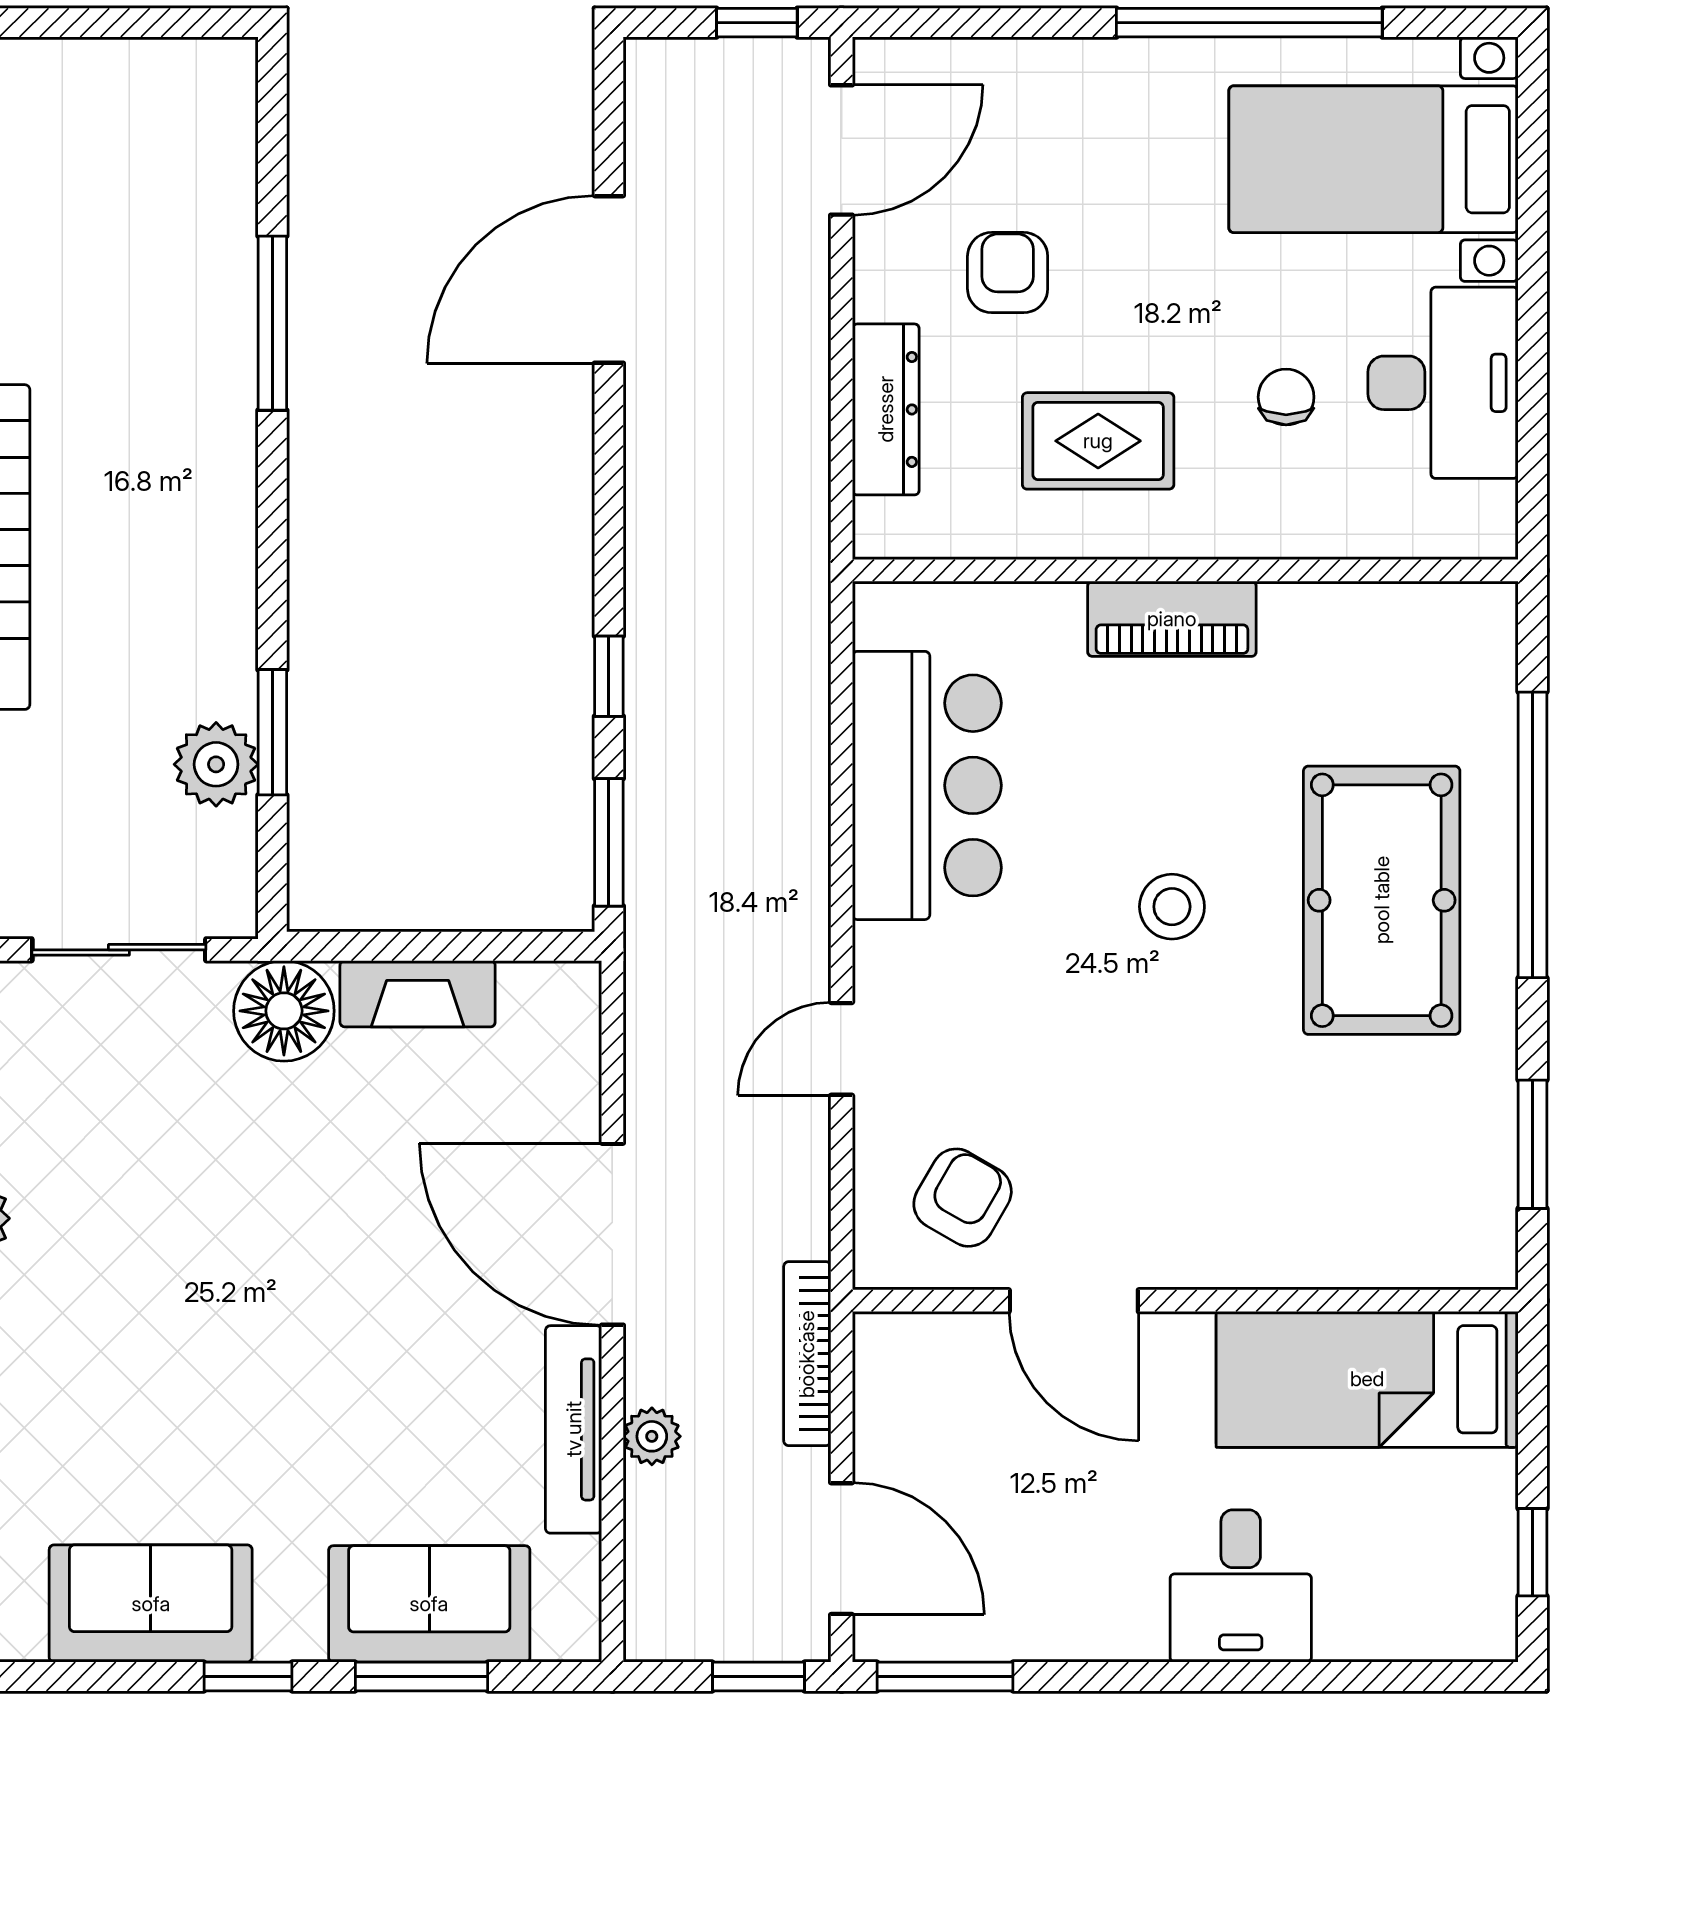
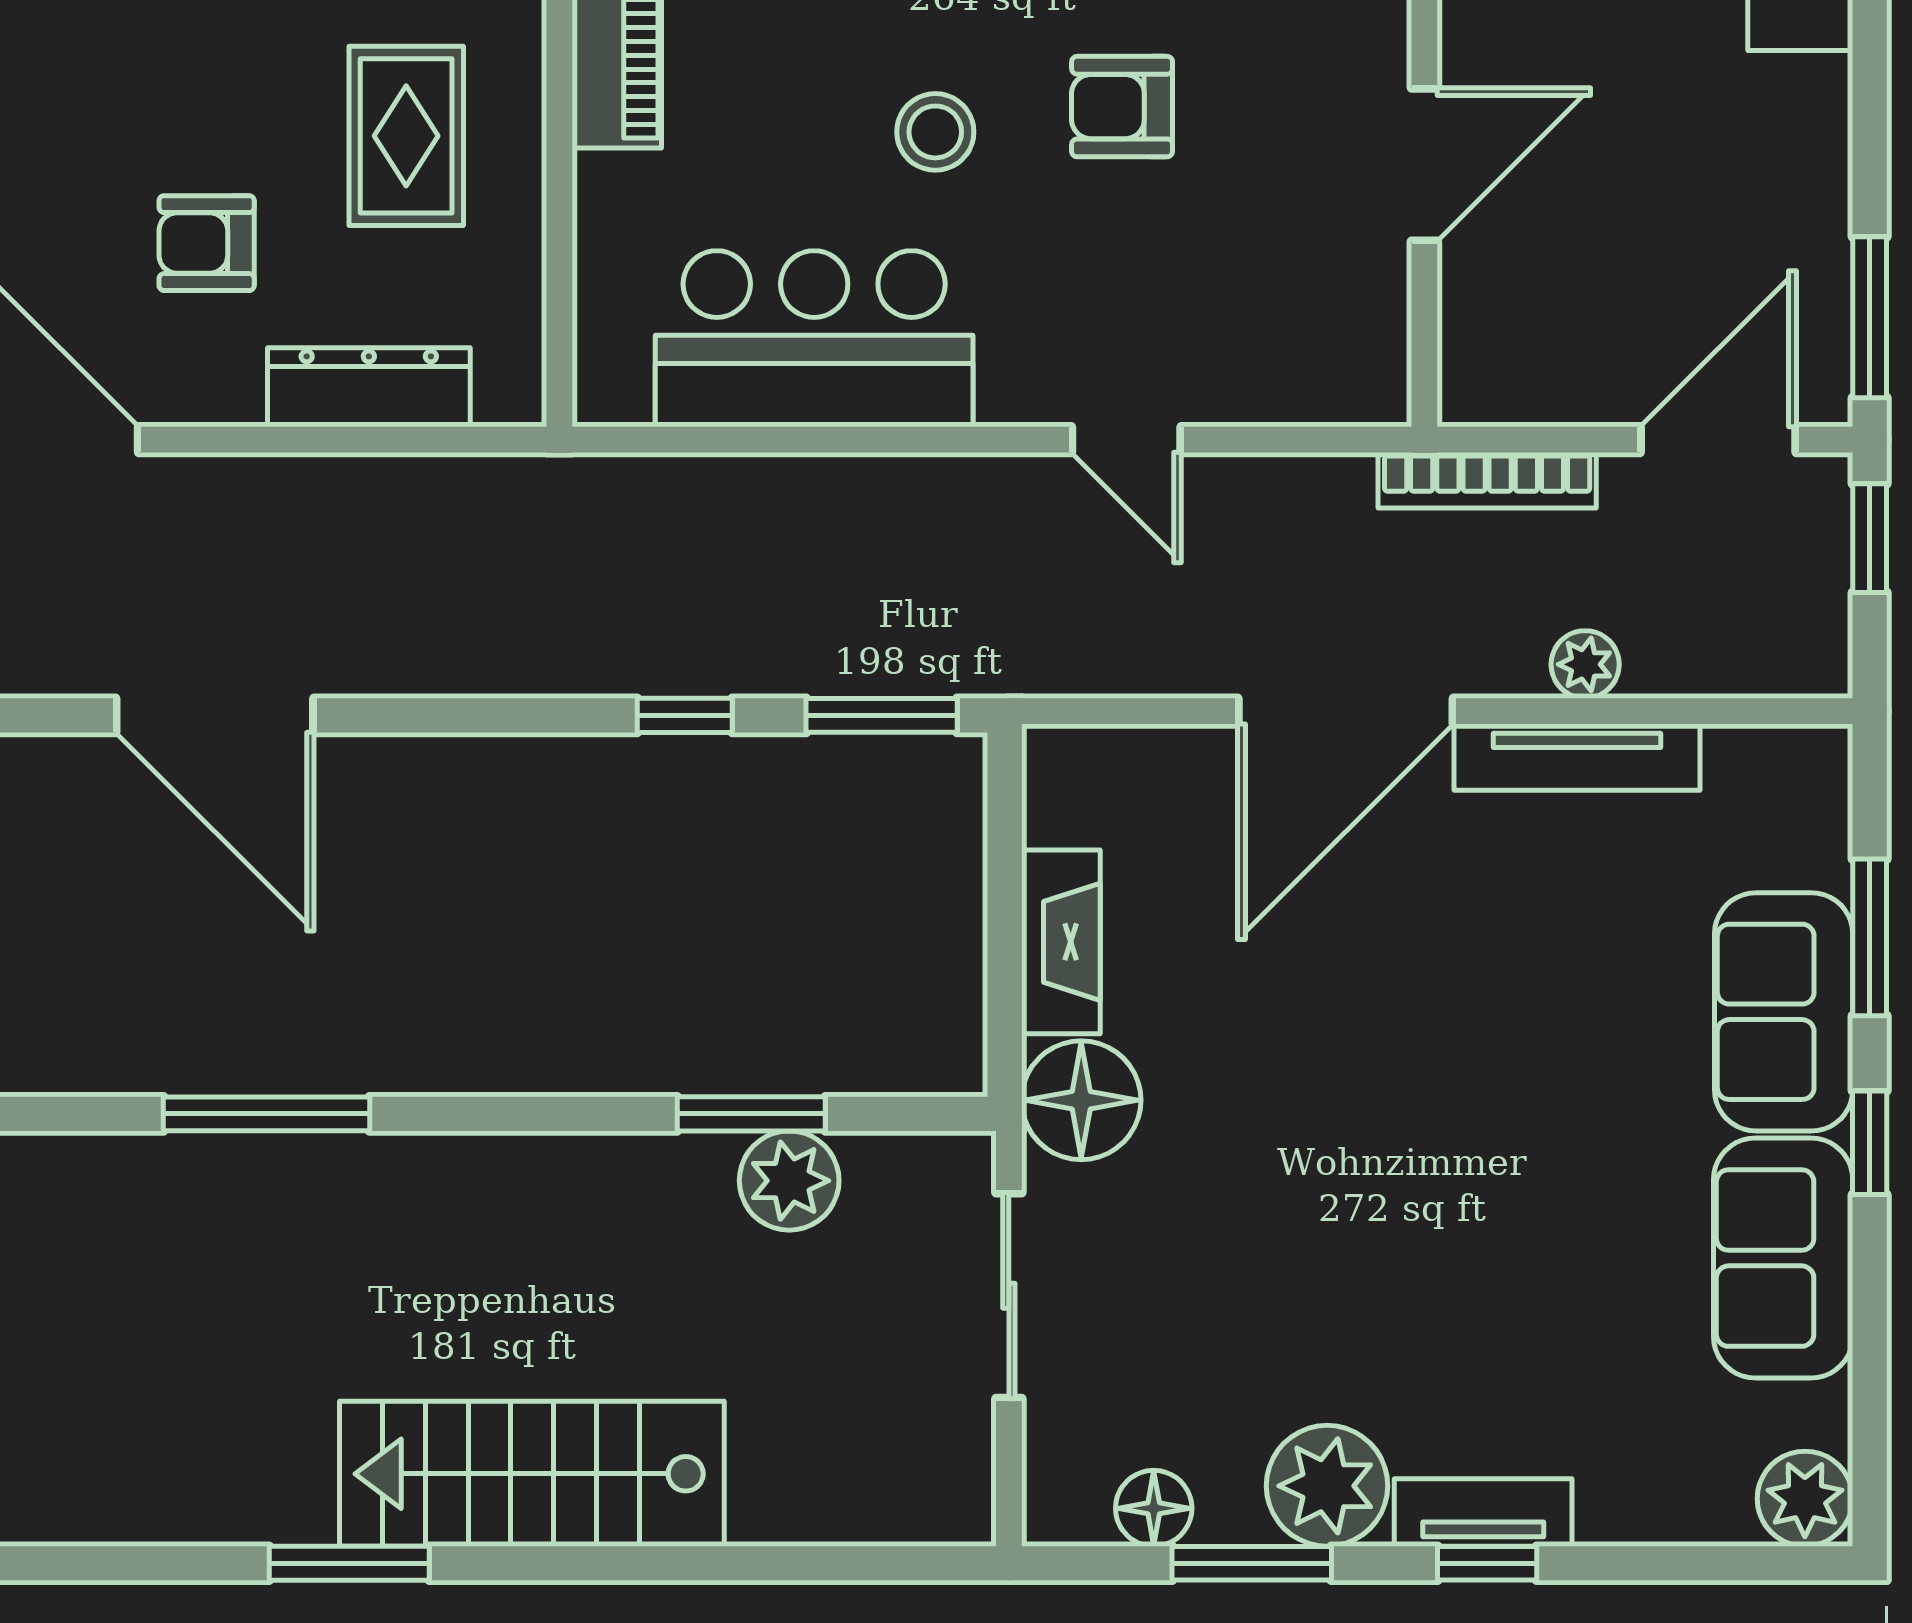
stool: (1172, 907) -> (935, 132), moved
armchair: (963, 1198) -> (1122, 107), moved, turned -30
sofa: (429, 1604) -> (1784, 1012), moved

